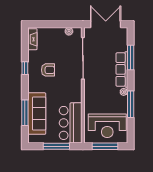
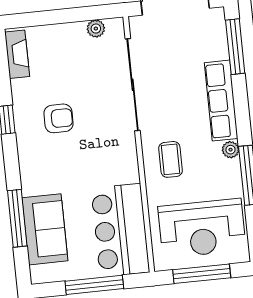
window: (131, 57) -> (235, 47), moved
coffee table: (96, 94) -> (171, 159), added
sofa: (37, 114) -> (45, 229), width x0.73

